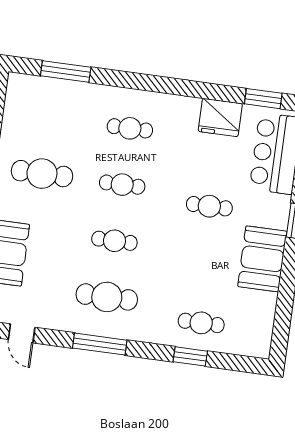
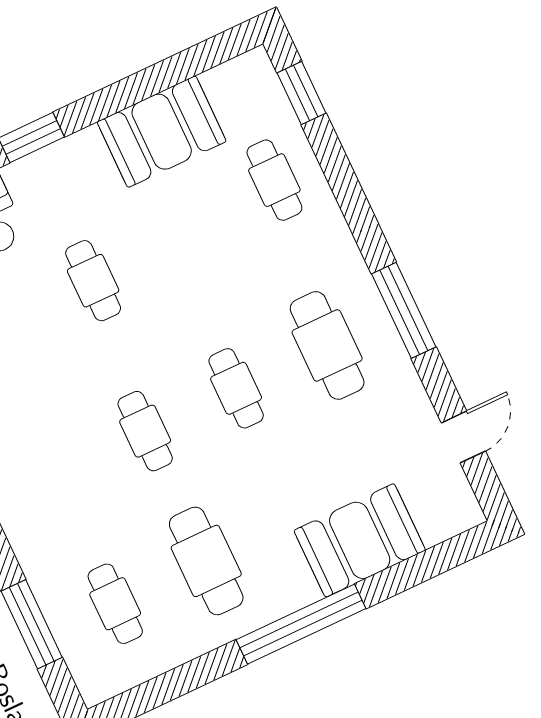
cafe table: (130, 128) -> (115, 604), moved
booth: (262, 259) -> (162, 132), moved
window: (190, 356) -> (302, 93), moved

